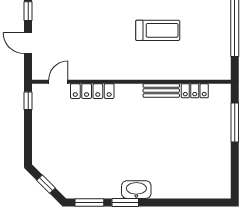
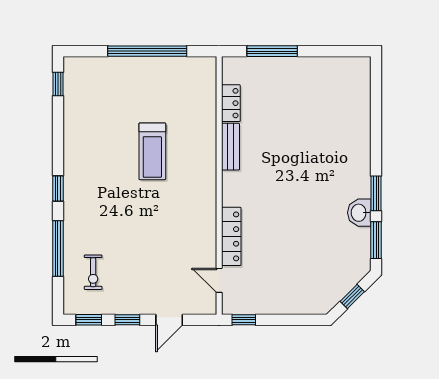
treadmill: (158, 30) -> (152, 151), turned 180
washbasin: (136, 190) -> (359, 213), moved, width x0.72

